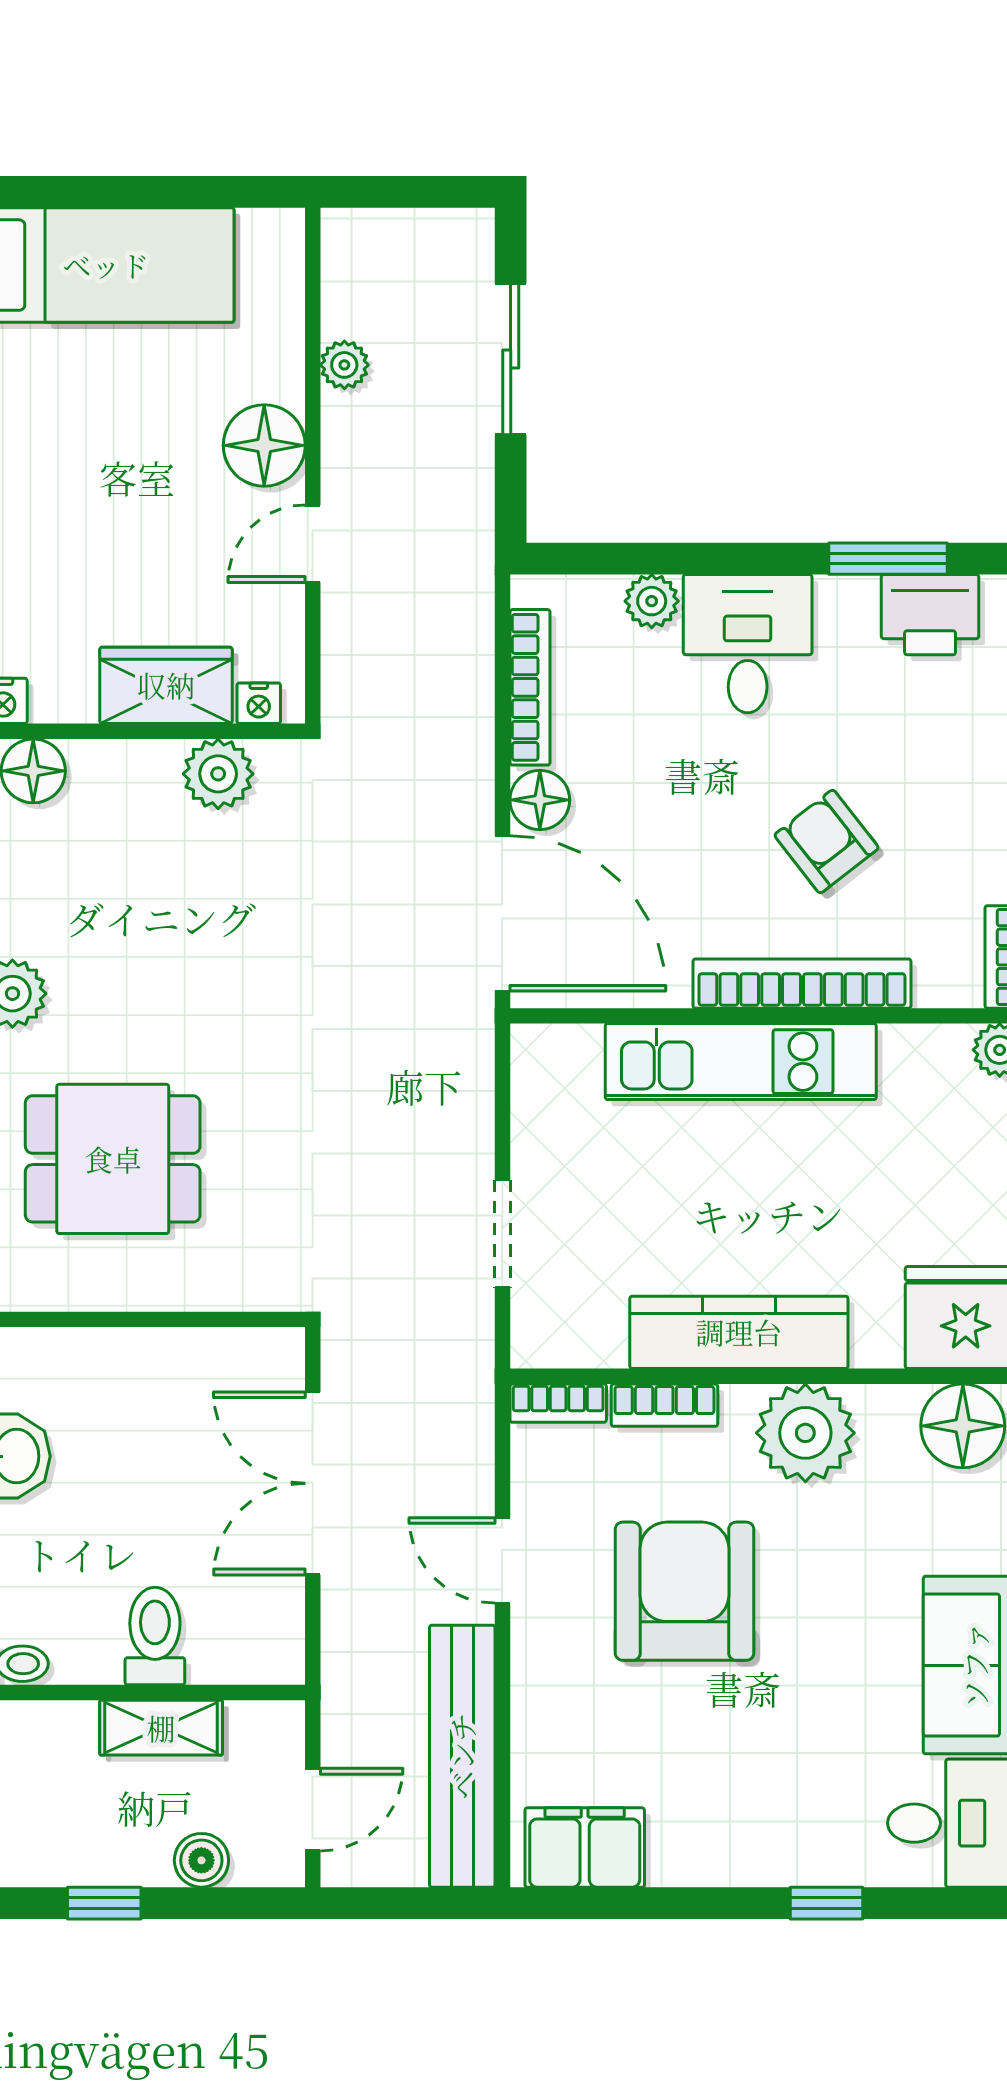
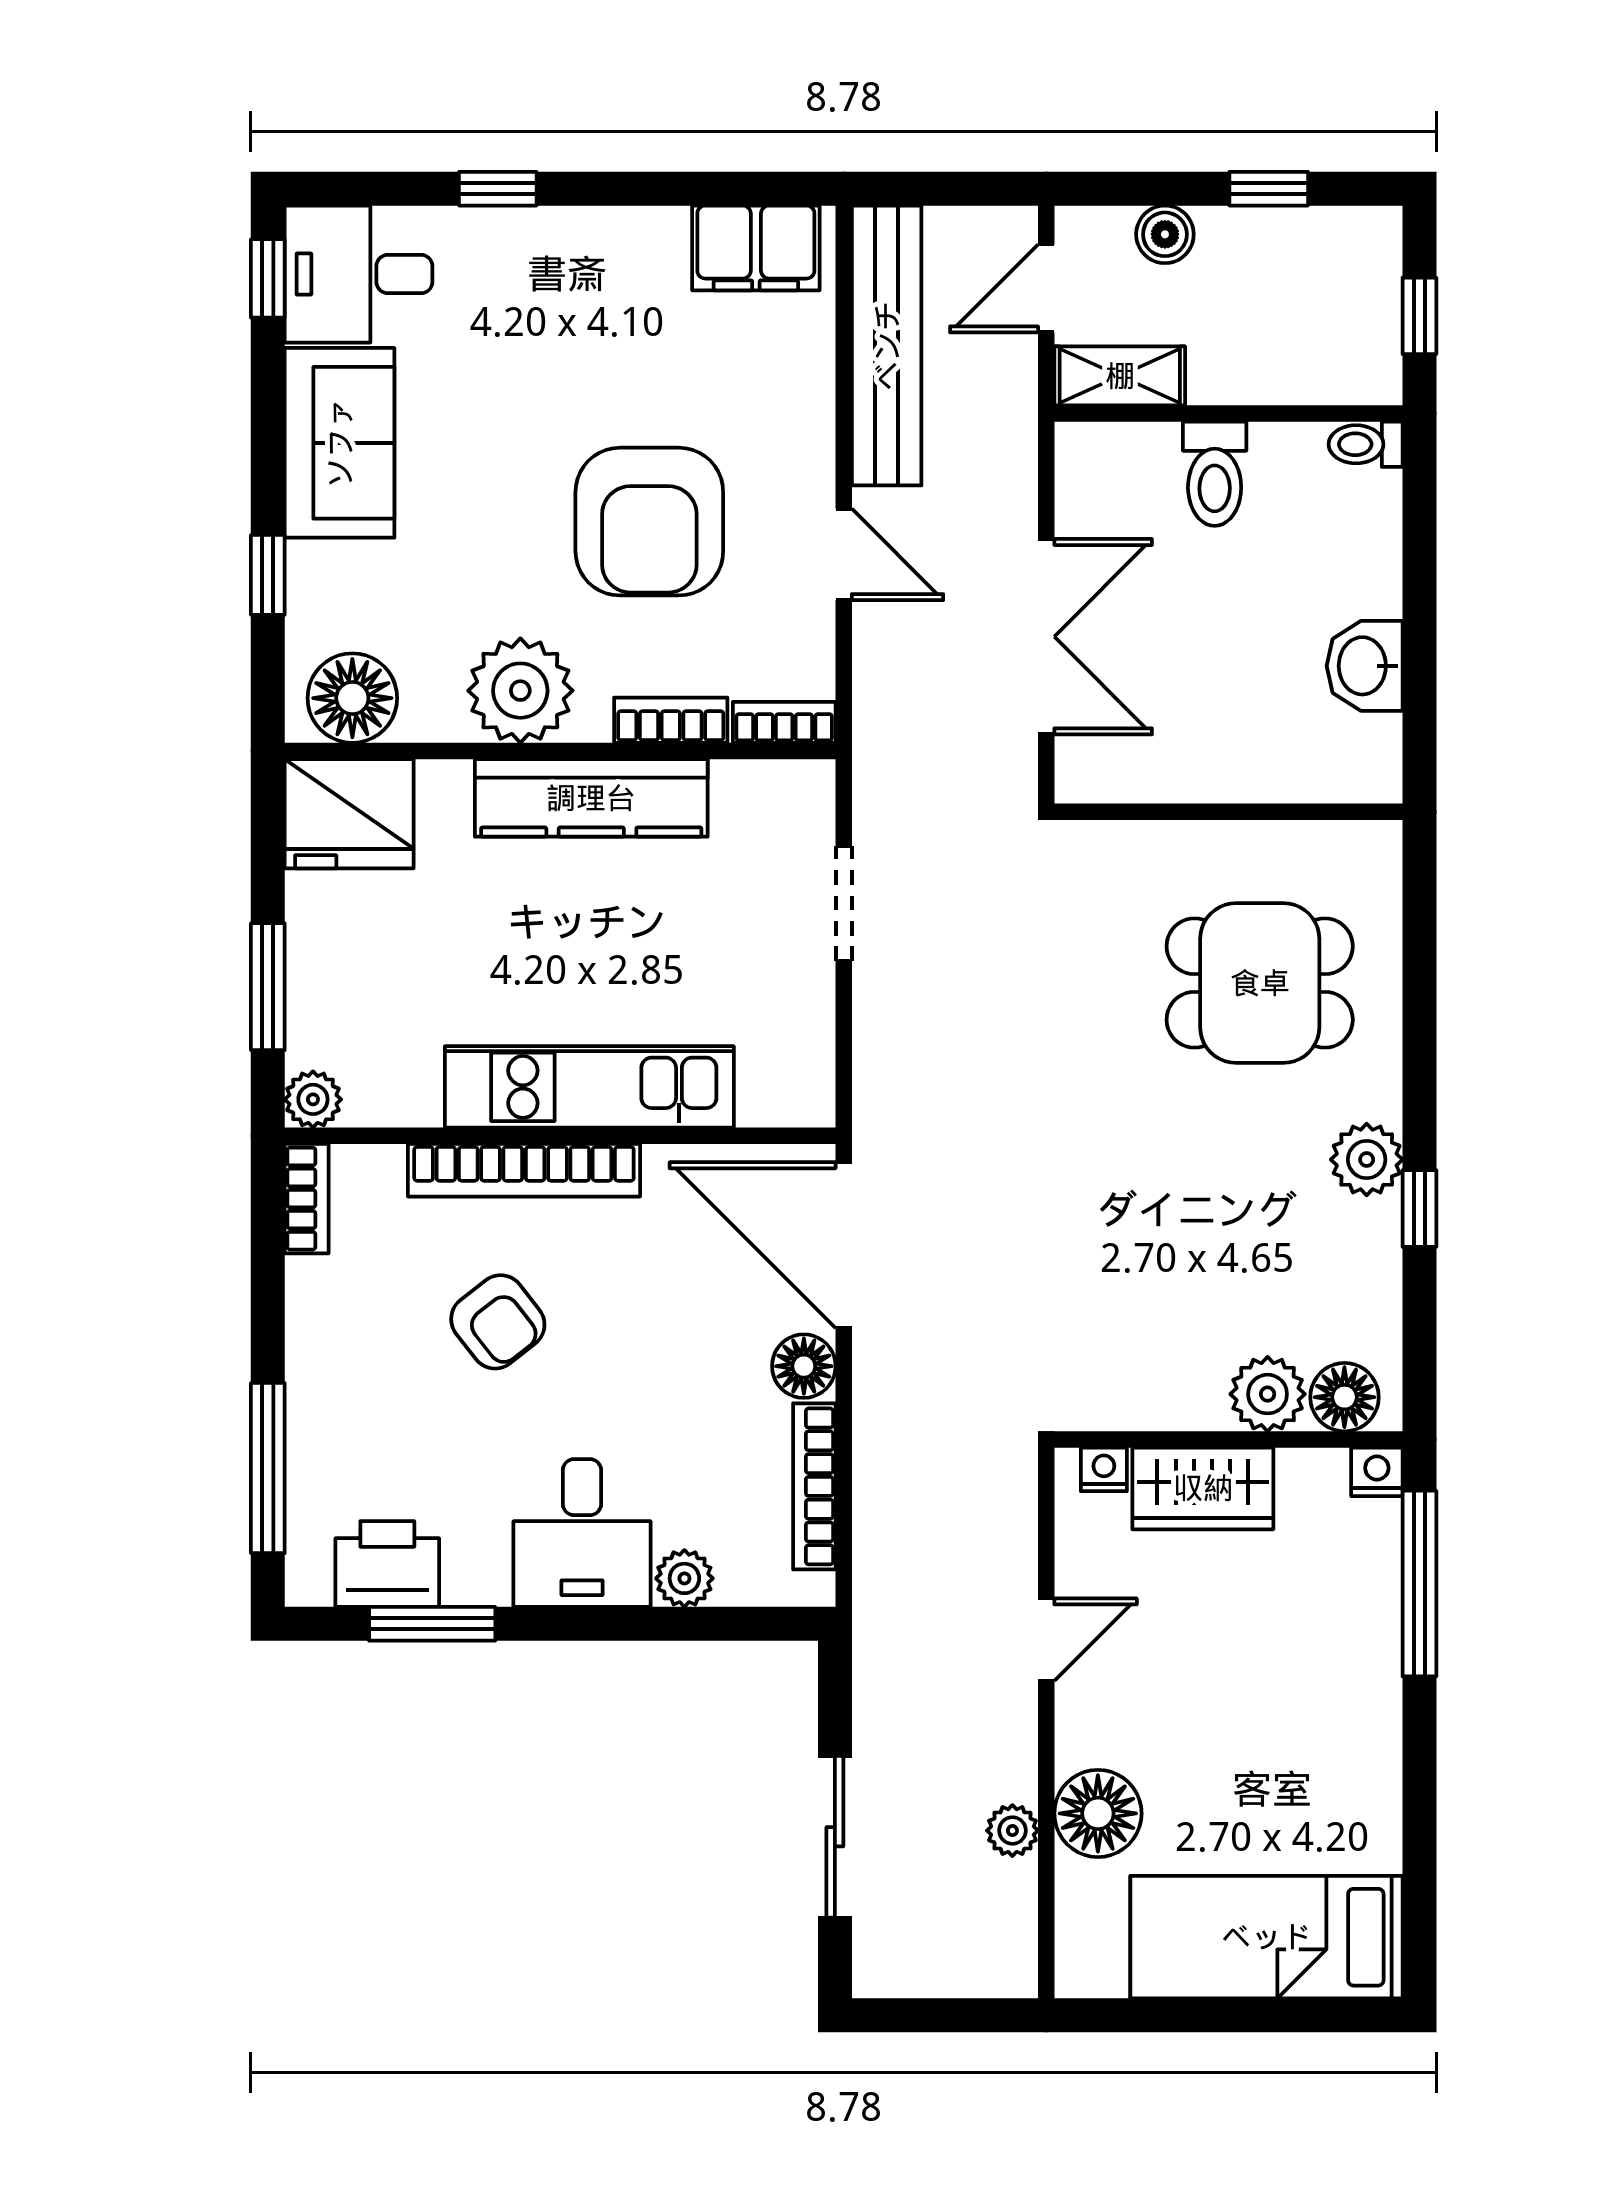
floor lamp: (264, 445) -> (1098, 1813), moved
plant: (218, 774) -> (1268, 1394), moved
shelving: (161, 1728) -> (1120, 376), moved

